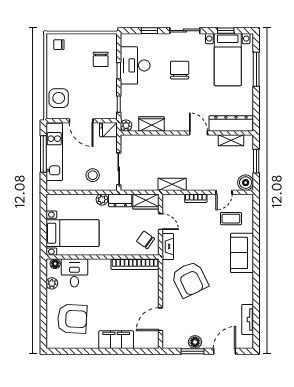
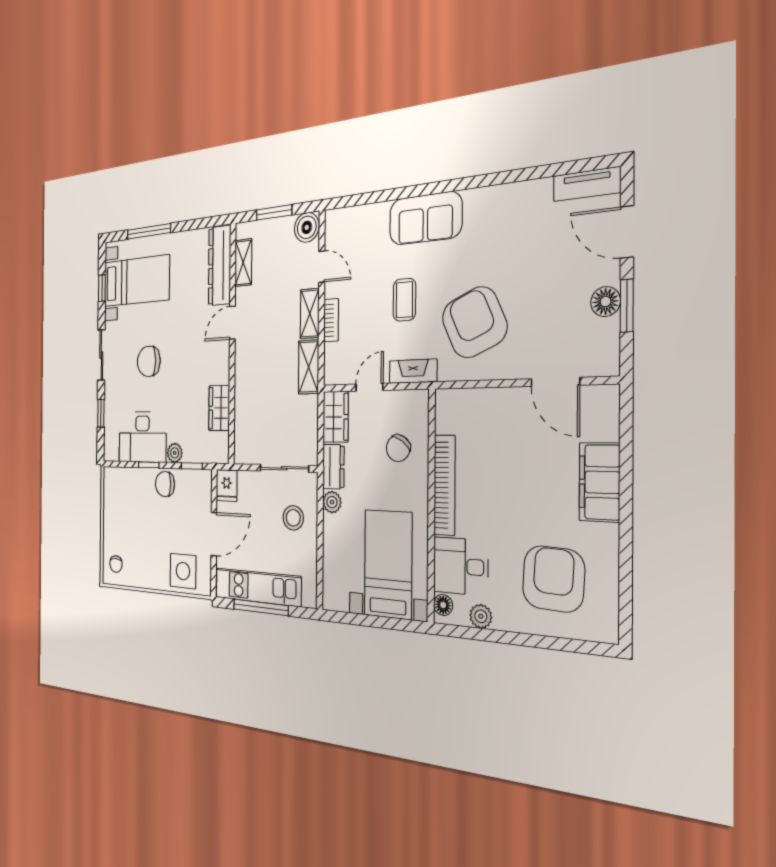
chair: (101, 59) -> (165, 484), moved, turned 180
plant: (126, 126) -> (175, 453), moved
shelving: (200, 185) -> (310, 314), added
coffee table: (231, 219) -> (404, 300), moved
chair: (146, 240) -> (398, 448), moved
bookcase: (135, 264) -> (445, 485), moved
armchair: (190, 279) -> (474, 322), turned -88
tv unit: (248, 319) -> (587, 184), moved

